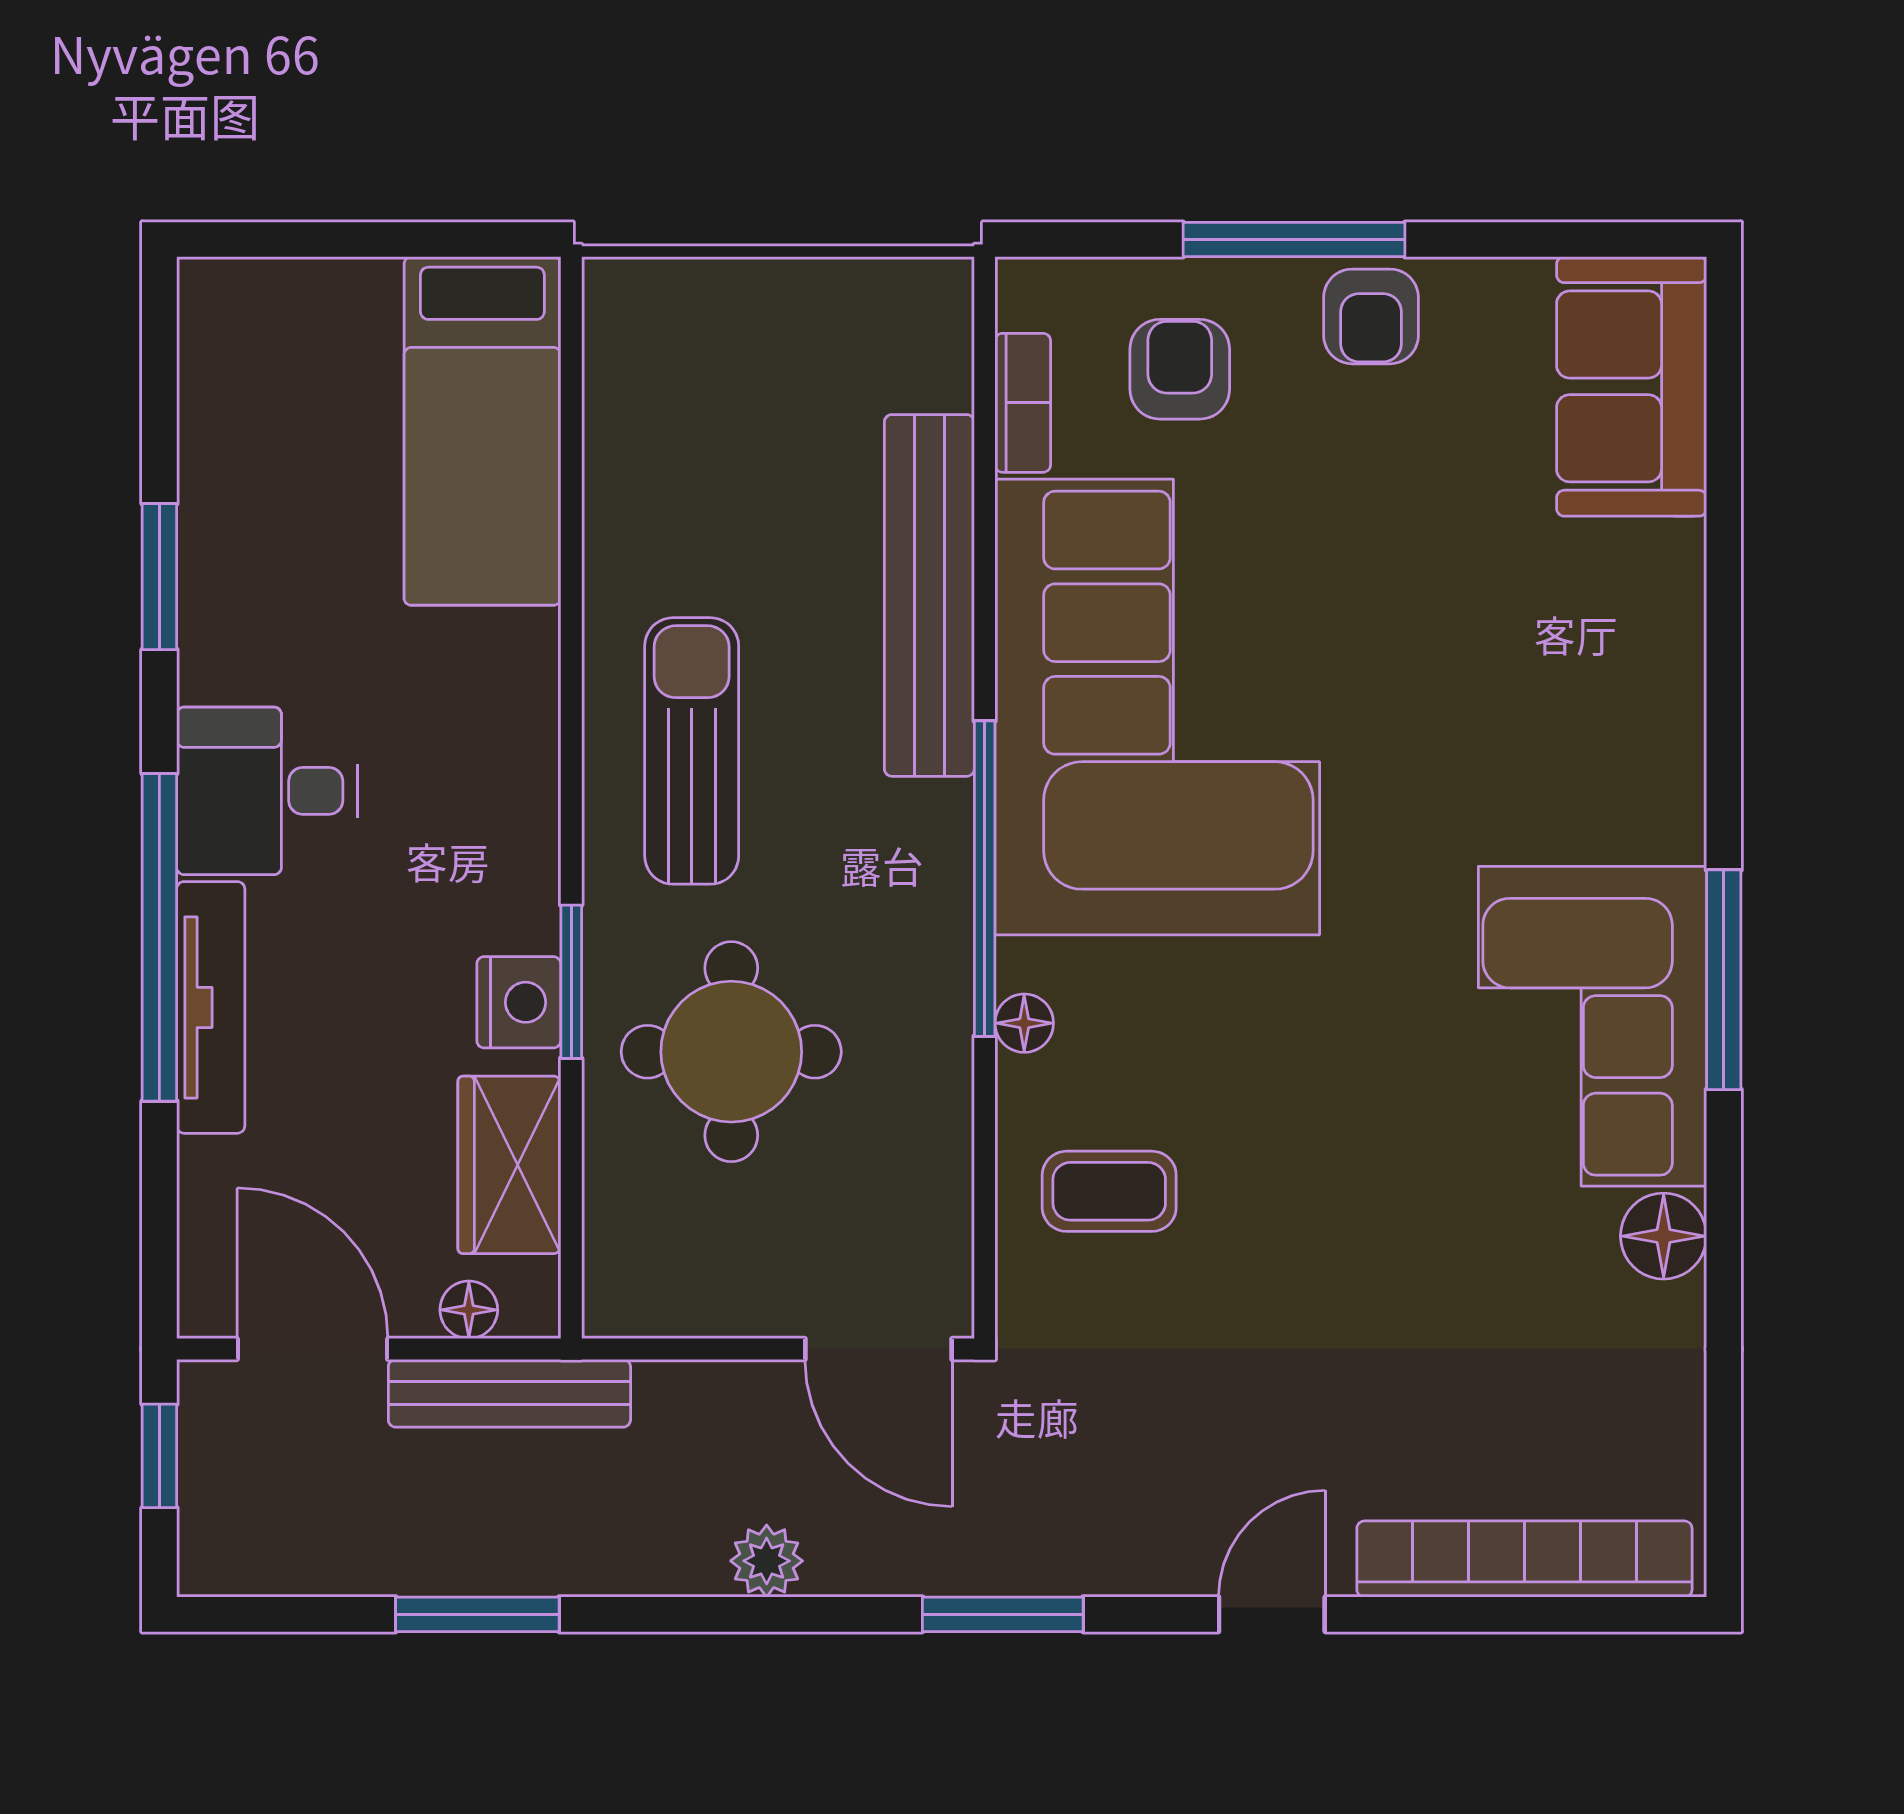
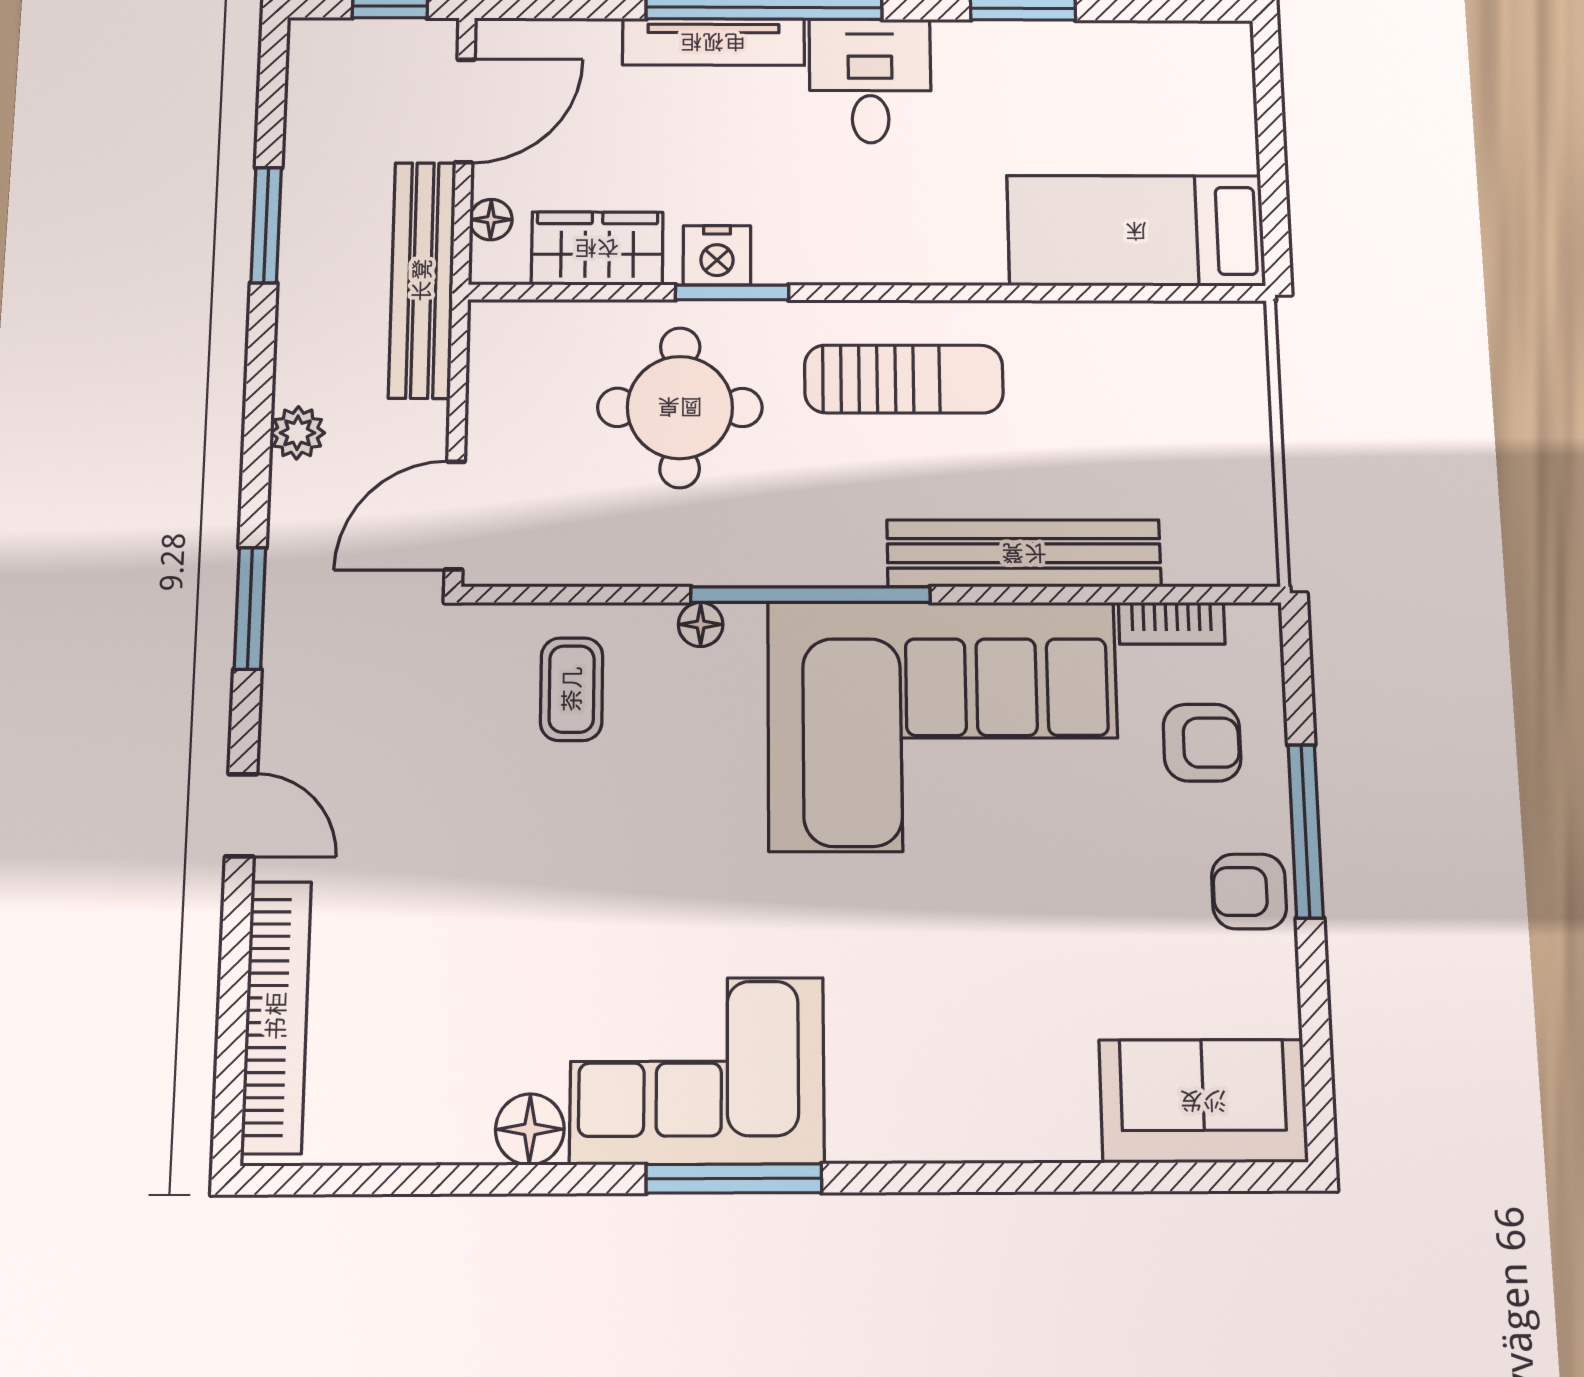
bench: (509, 1393) -> (422, 280), width x1.37, depth x1.21

